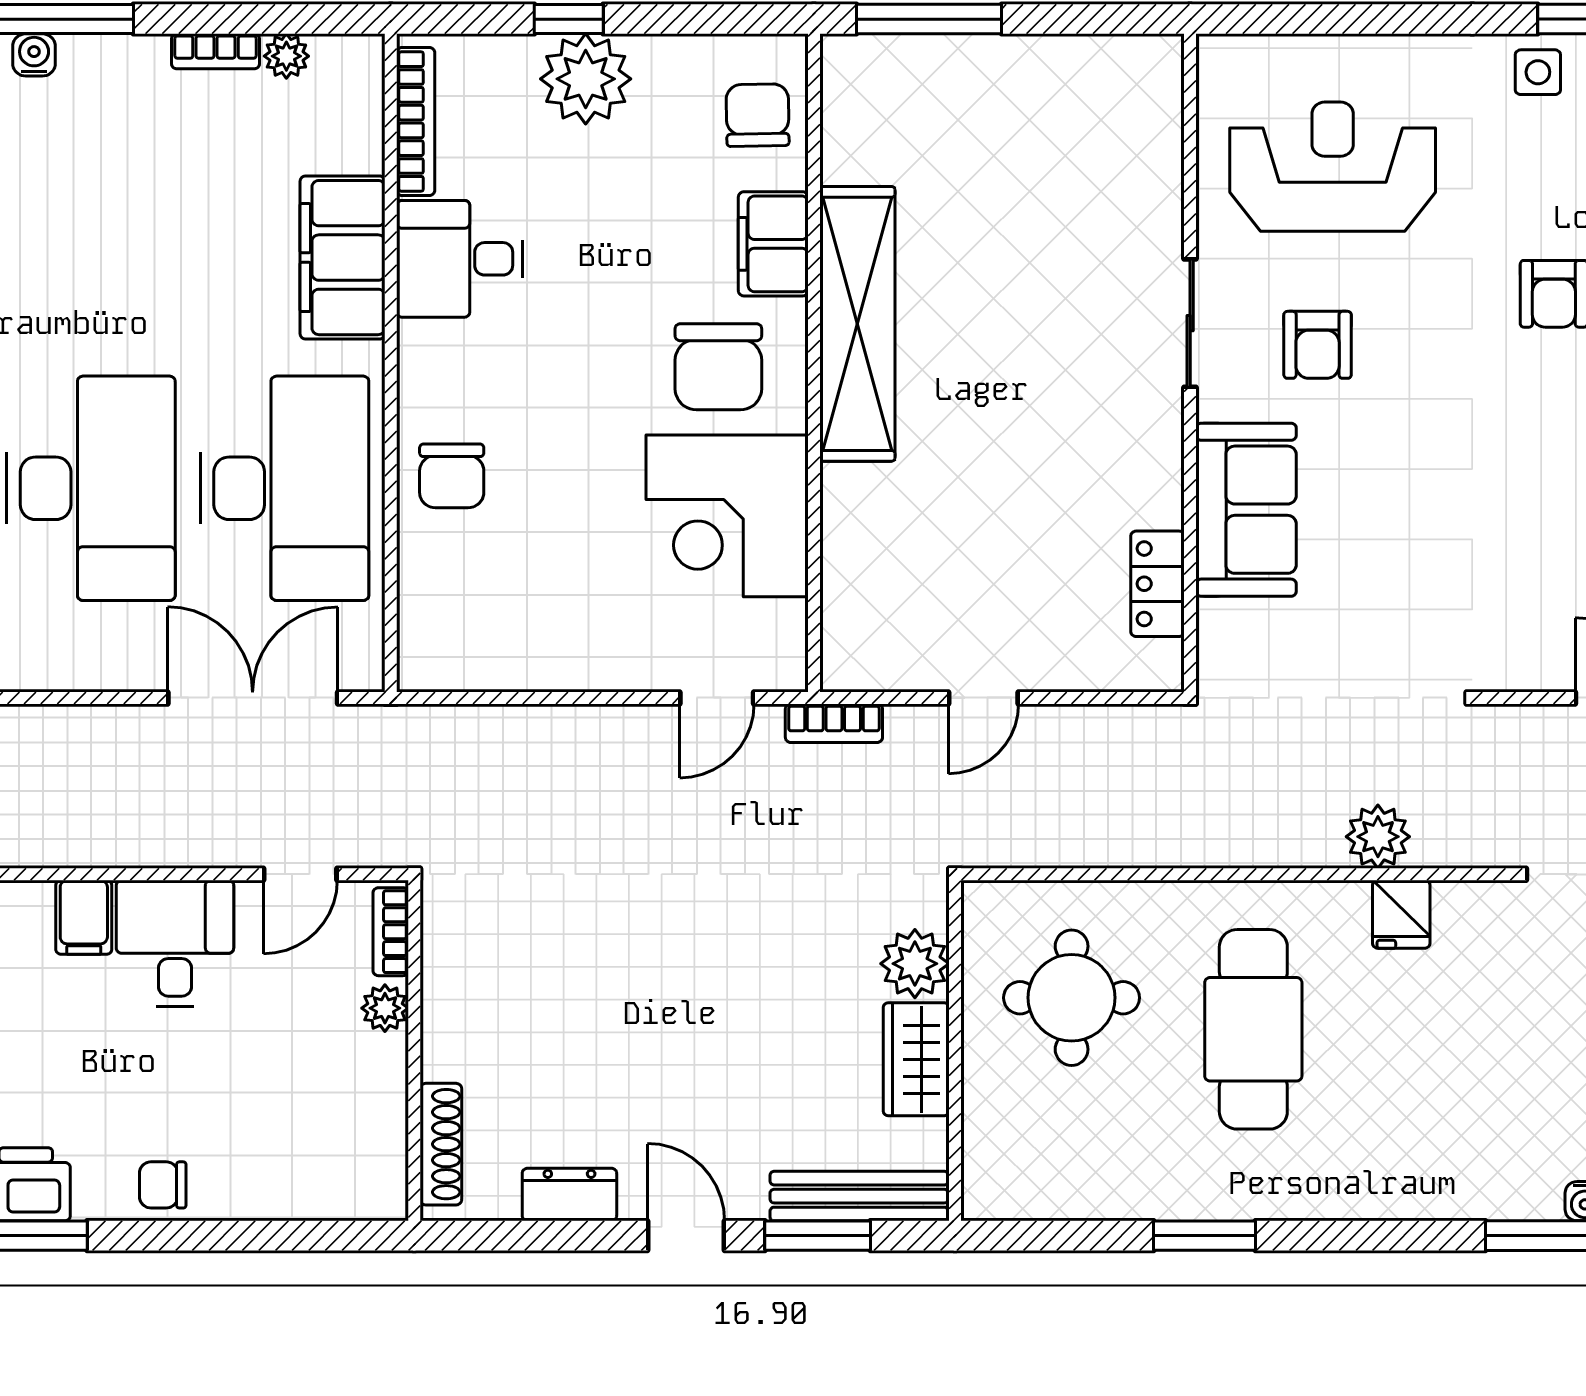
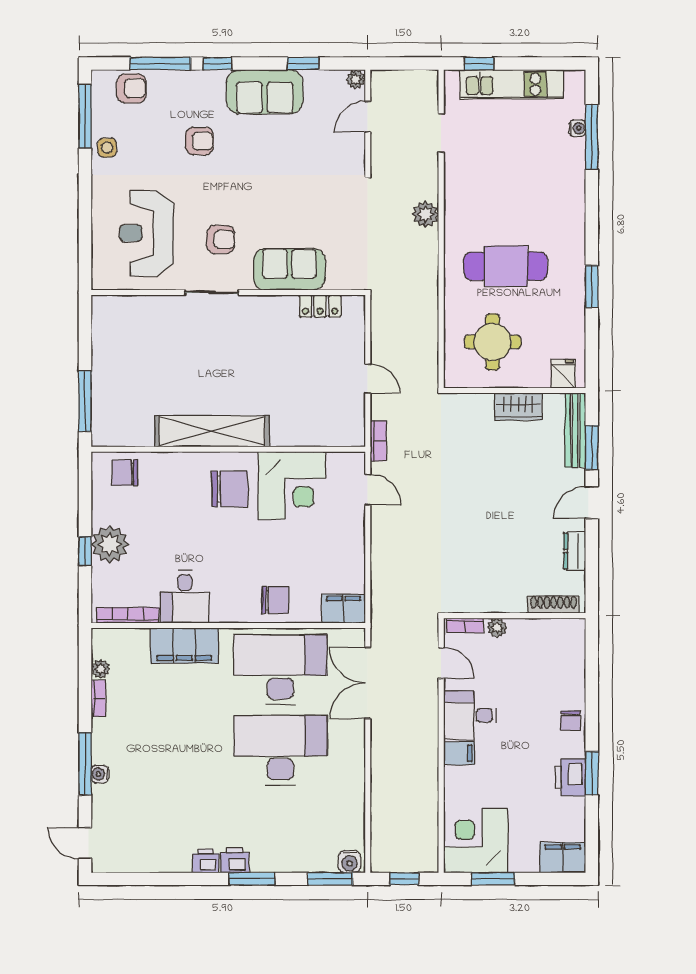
filing cabinet: (773, 244) -> (344, 609), moved, turned 180
fridge: (1401, 914) -> (563, 374), moved, turned -90
plant: (915, 964) -> (478, 407), removed

